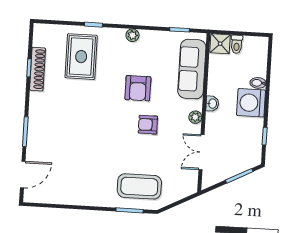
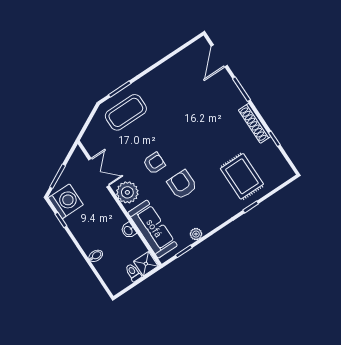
plant: (132, 35) -> (196, 234), moved
shoe rack: (38, 69) -> (255, 123), moved
washing machine: (251, 103) -> (66, 201), moved
washbasin: (212, 104) -> (128, 230), moved
plant: (195, 117) -> (127, 192), width x1.88, depth x1.88

